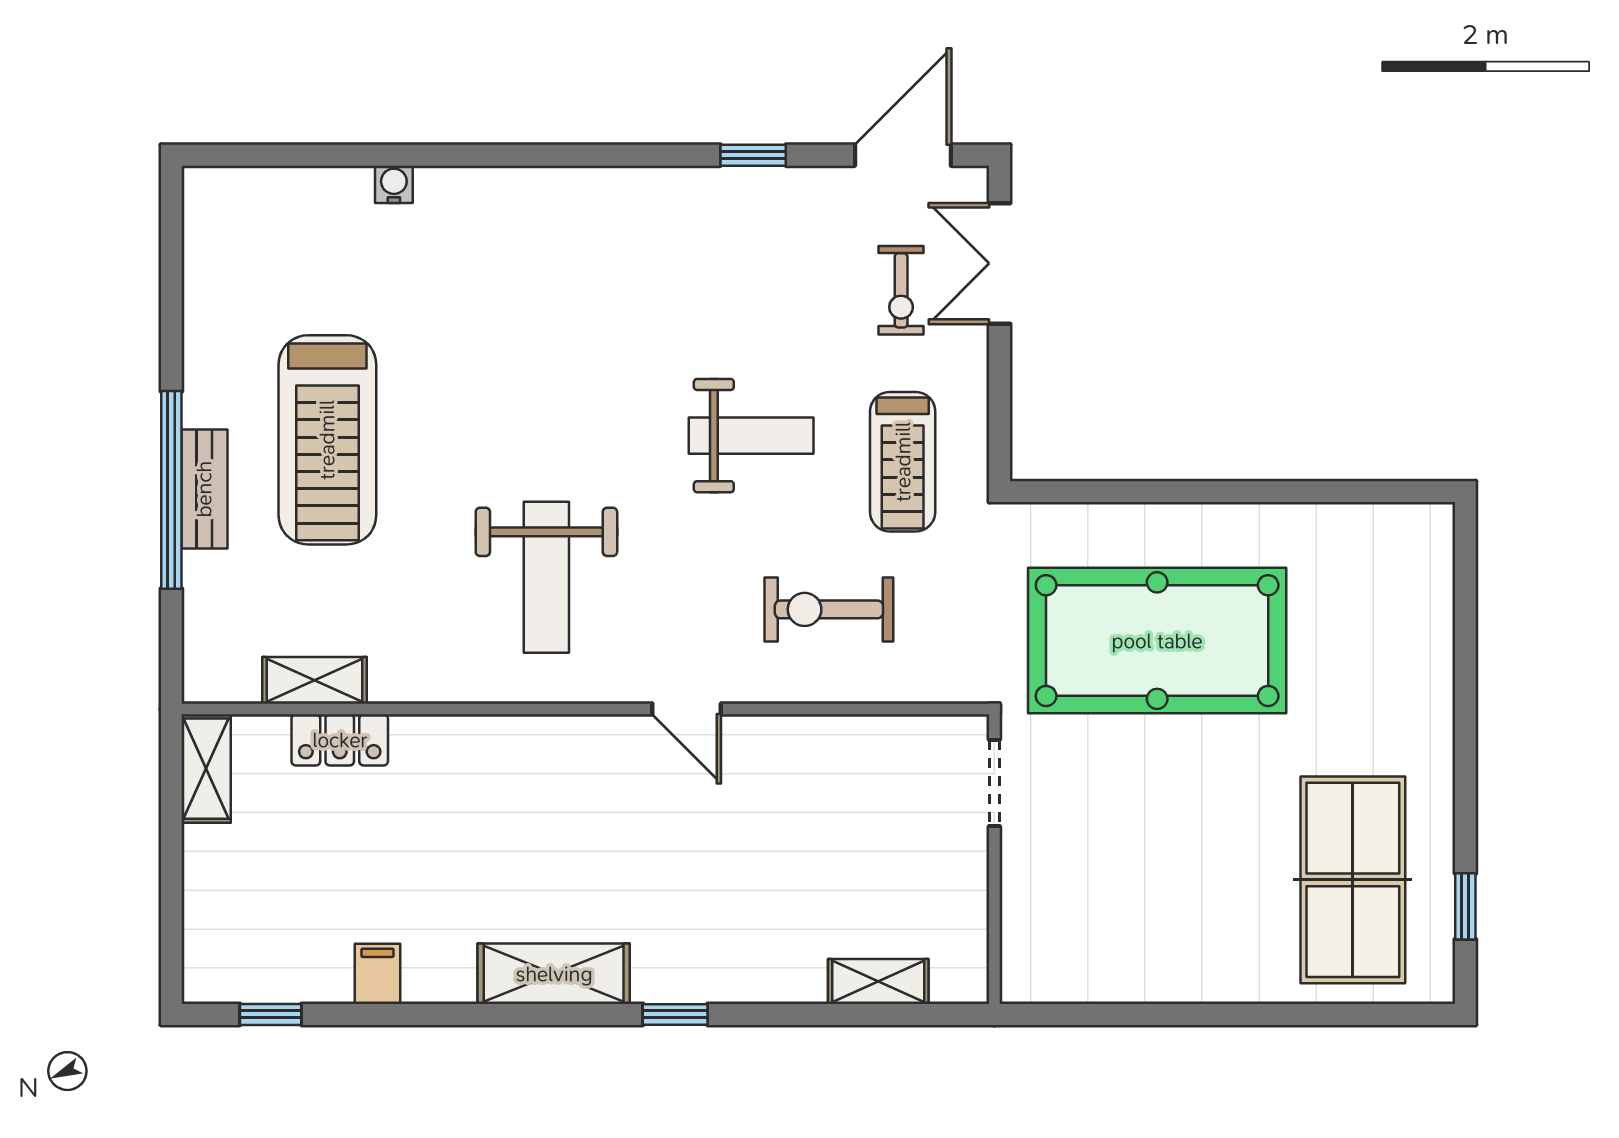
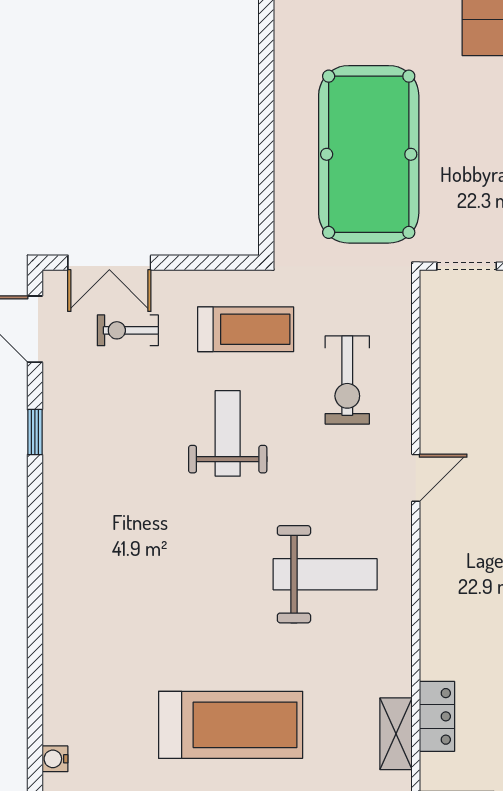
water cooler: (394, 184) -> (55, 759), moved
exercise bike: (901, 290) -> (128, 330), turned 180

